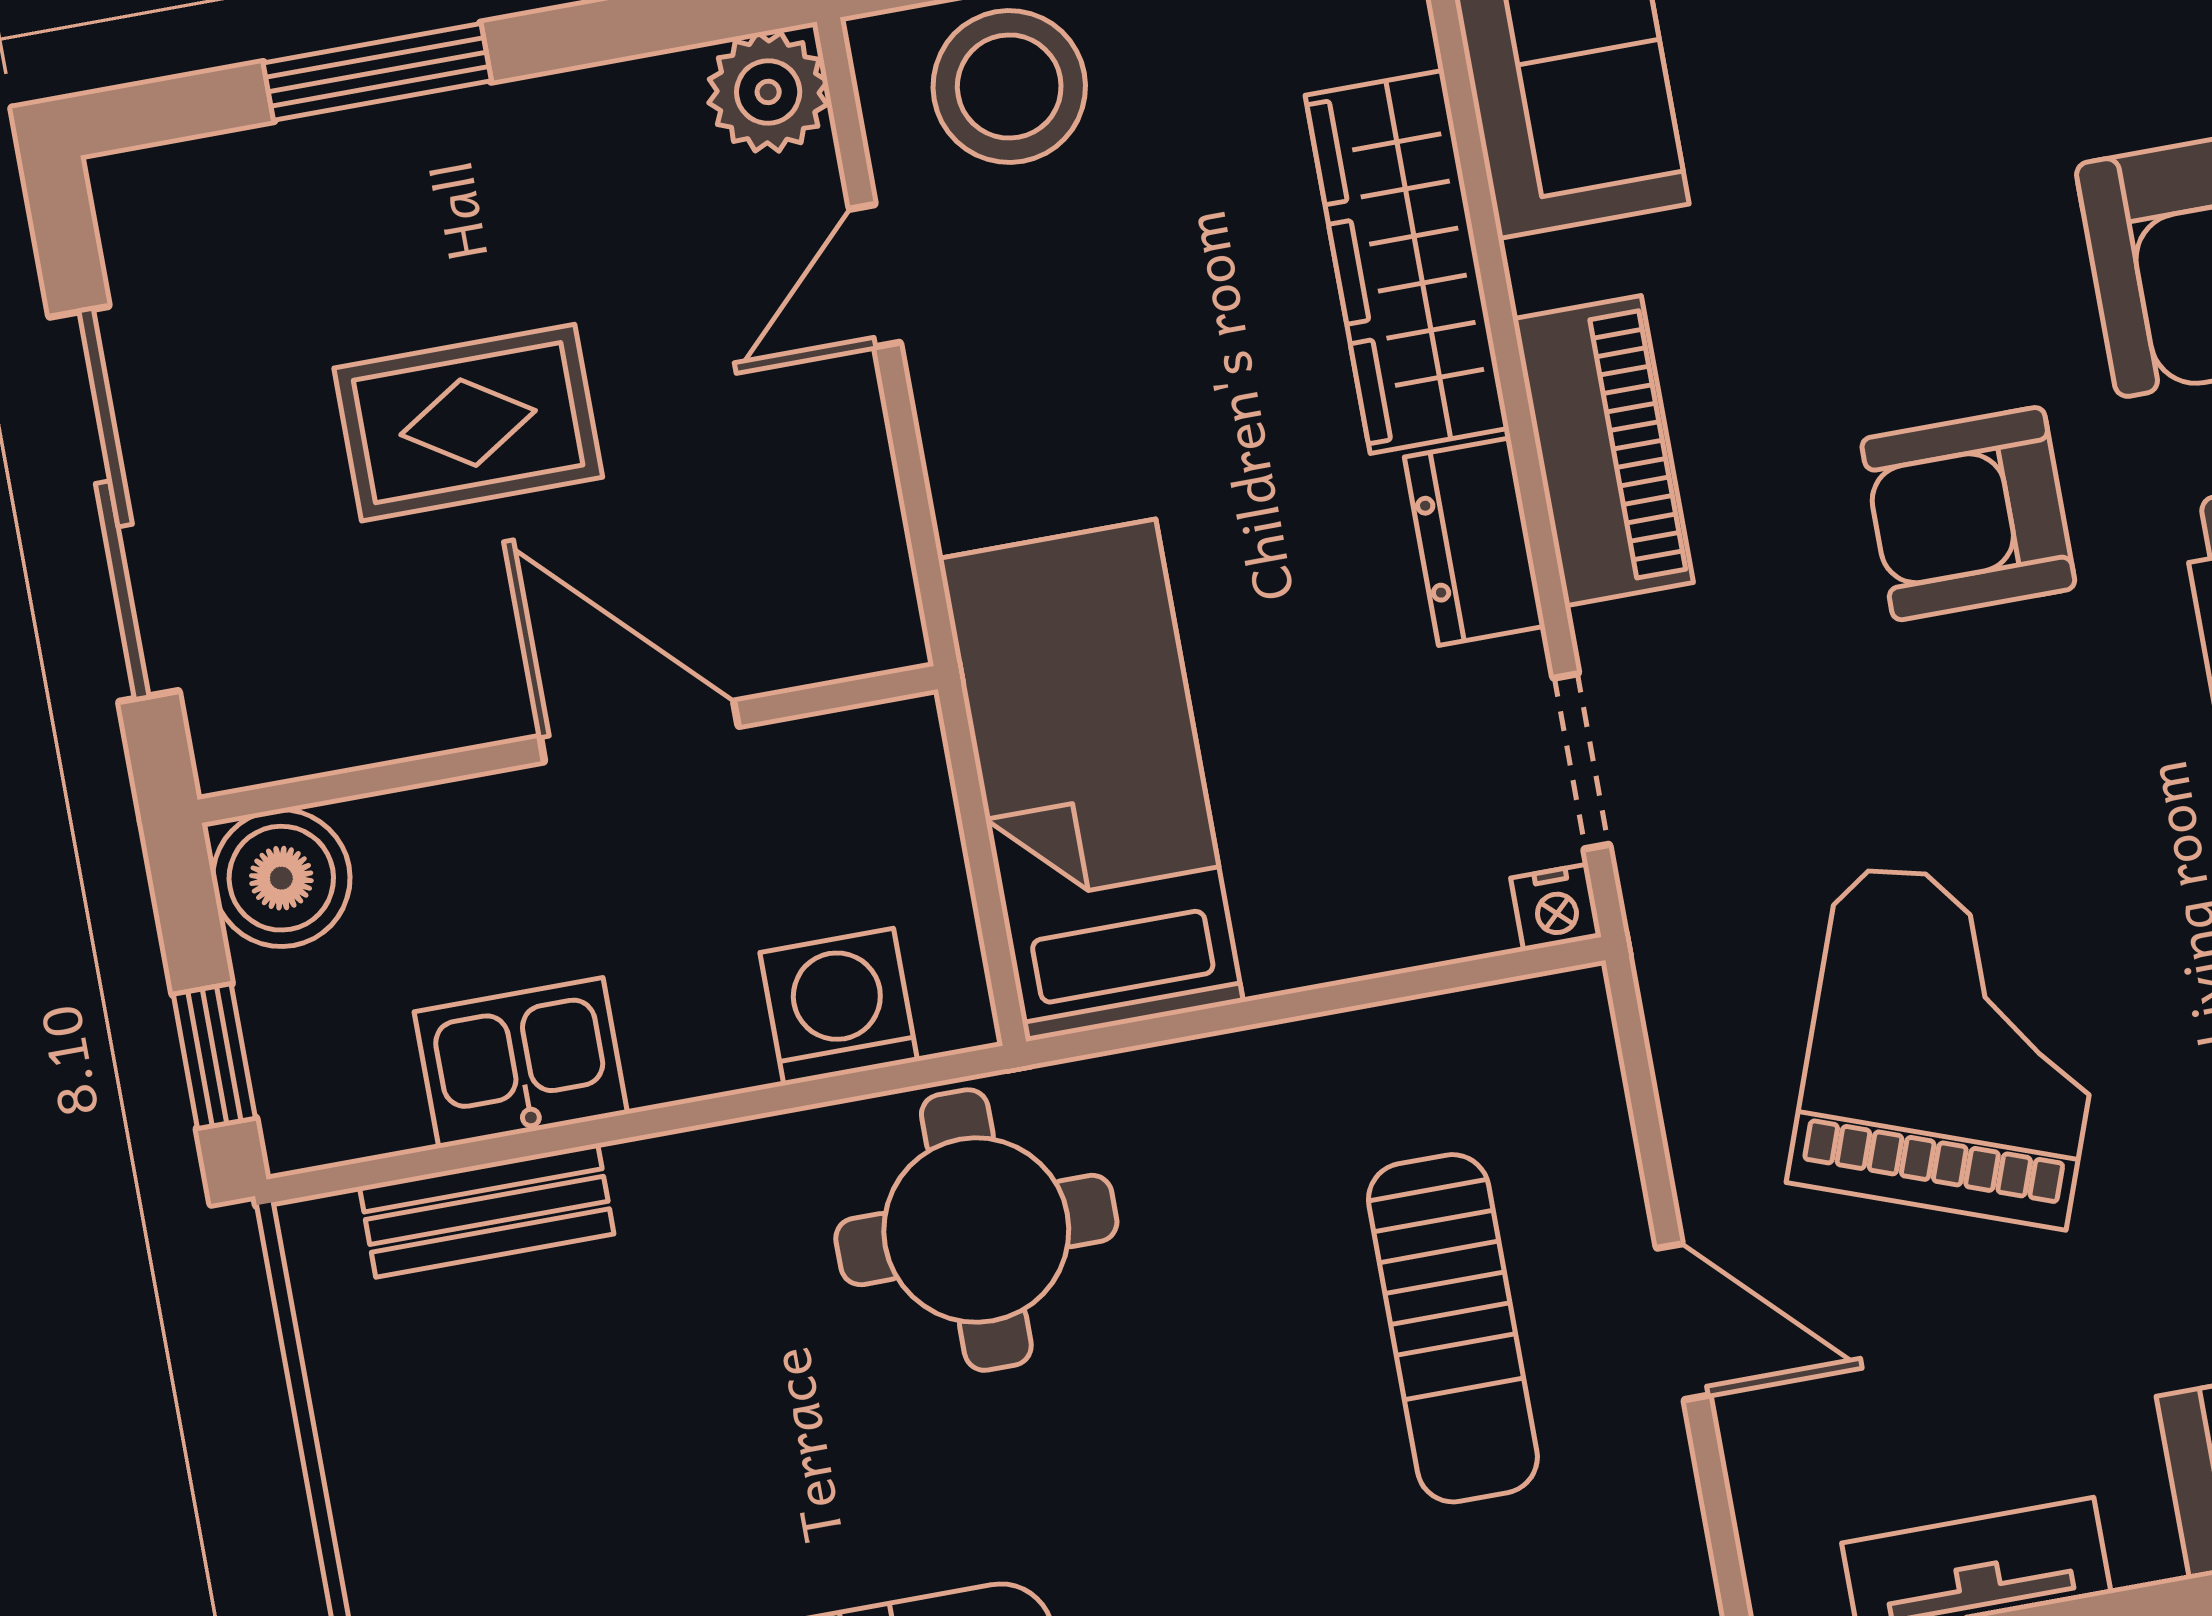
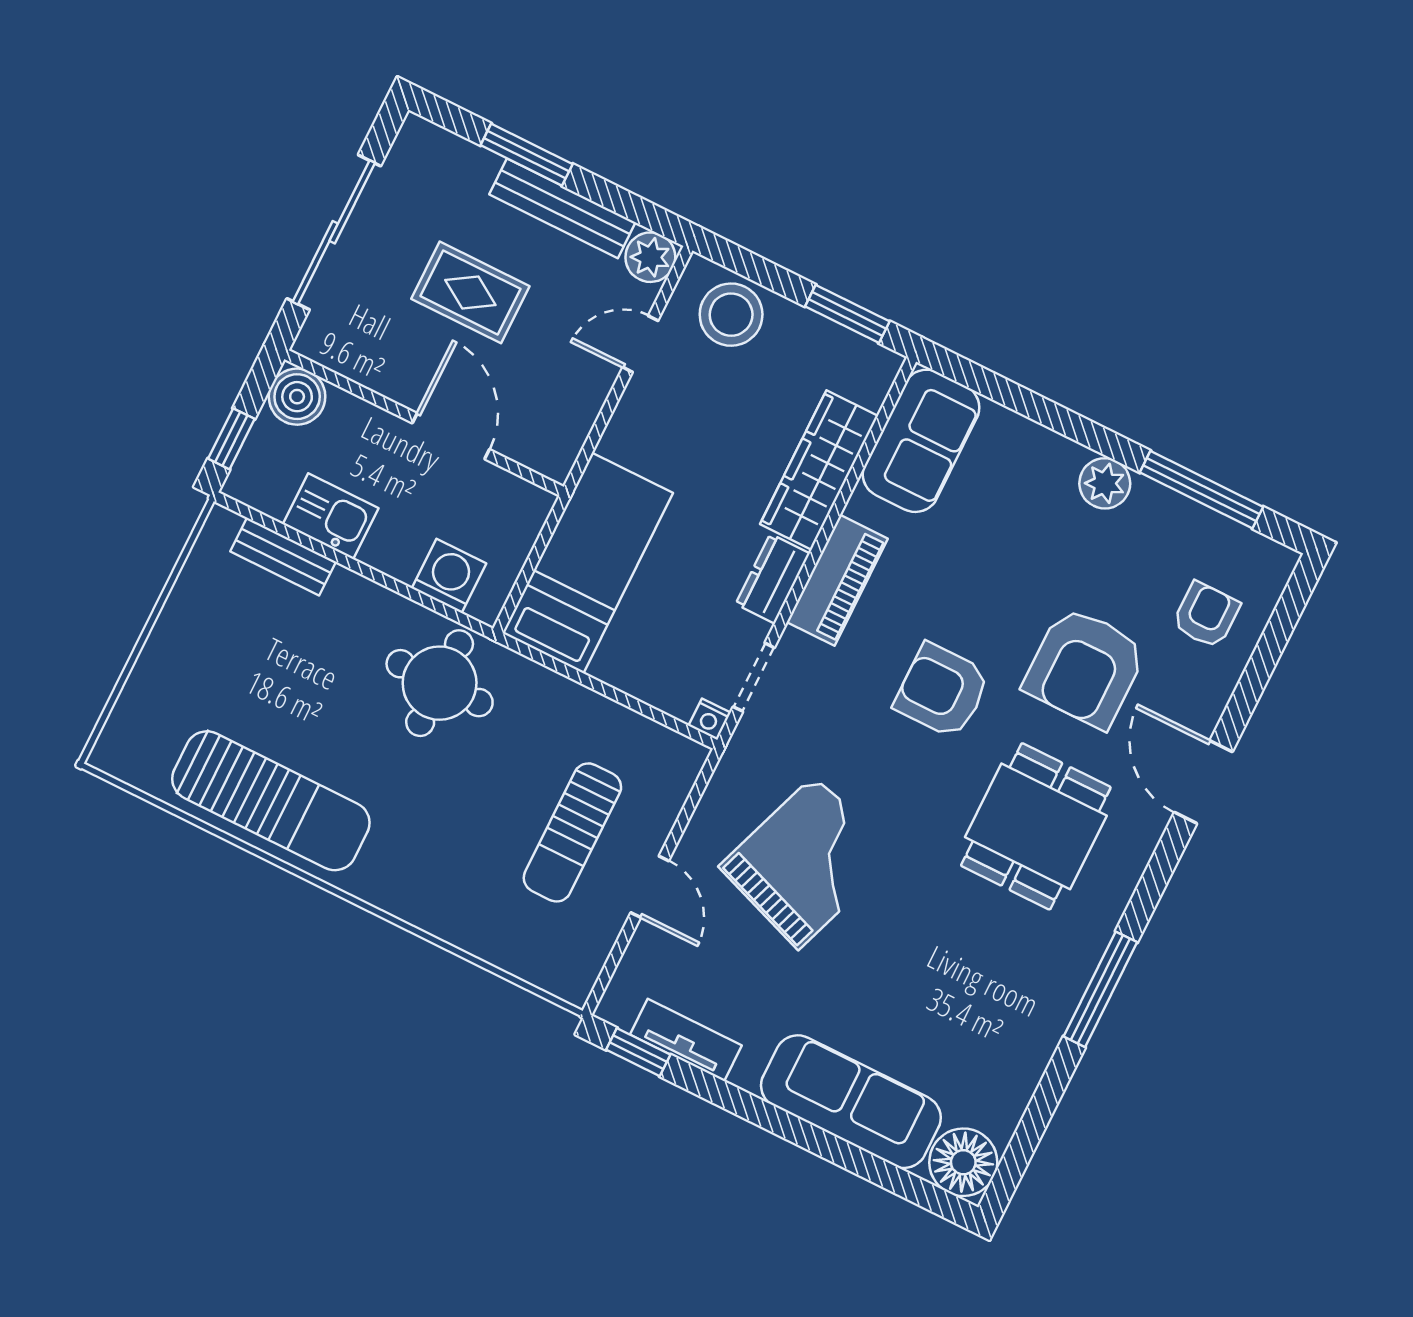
bench: (525, 124) -> (562, 208), added

